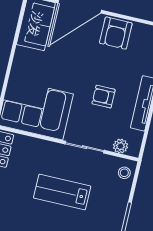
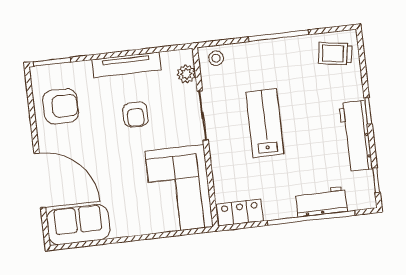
armchair: (116, 33) -> (61, 106), moved
lab bench: (62, 192) -> (265, 123), turned 180

